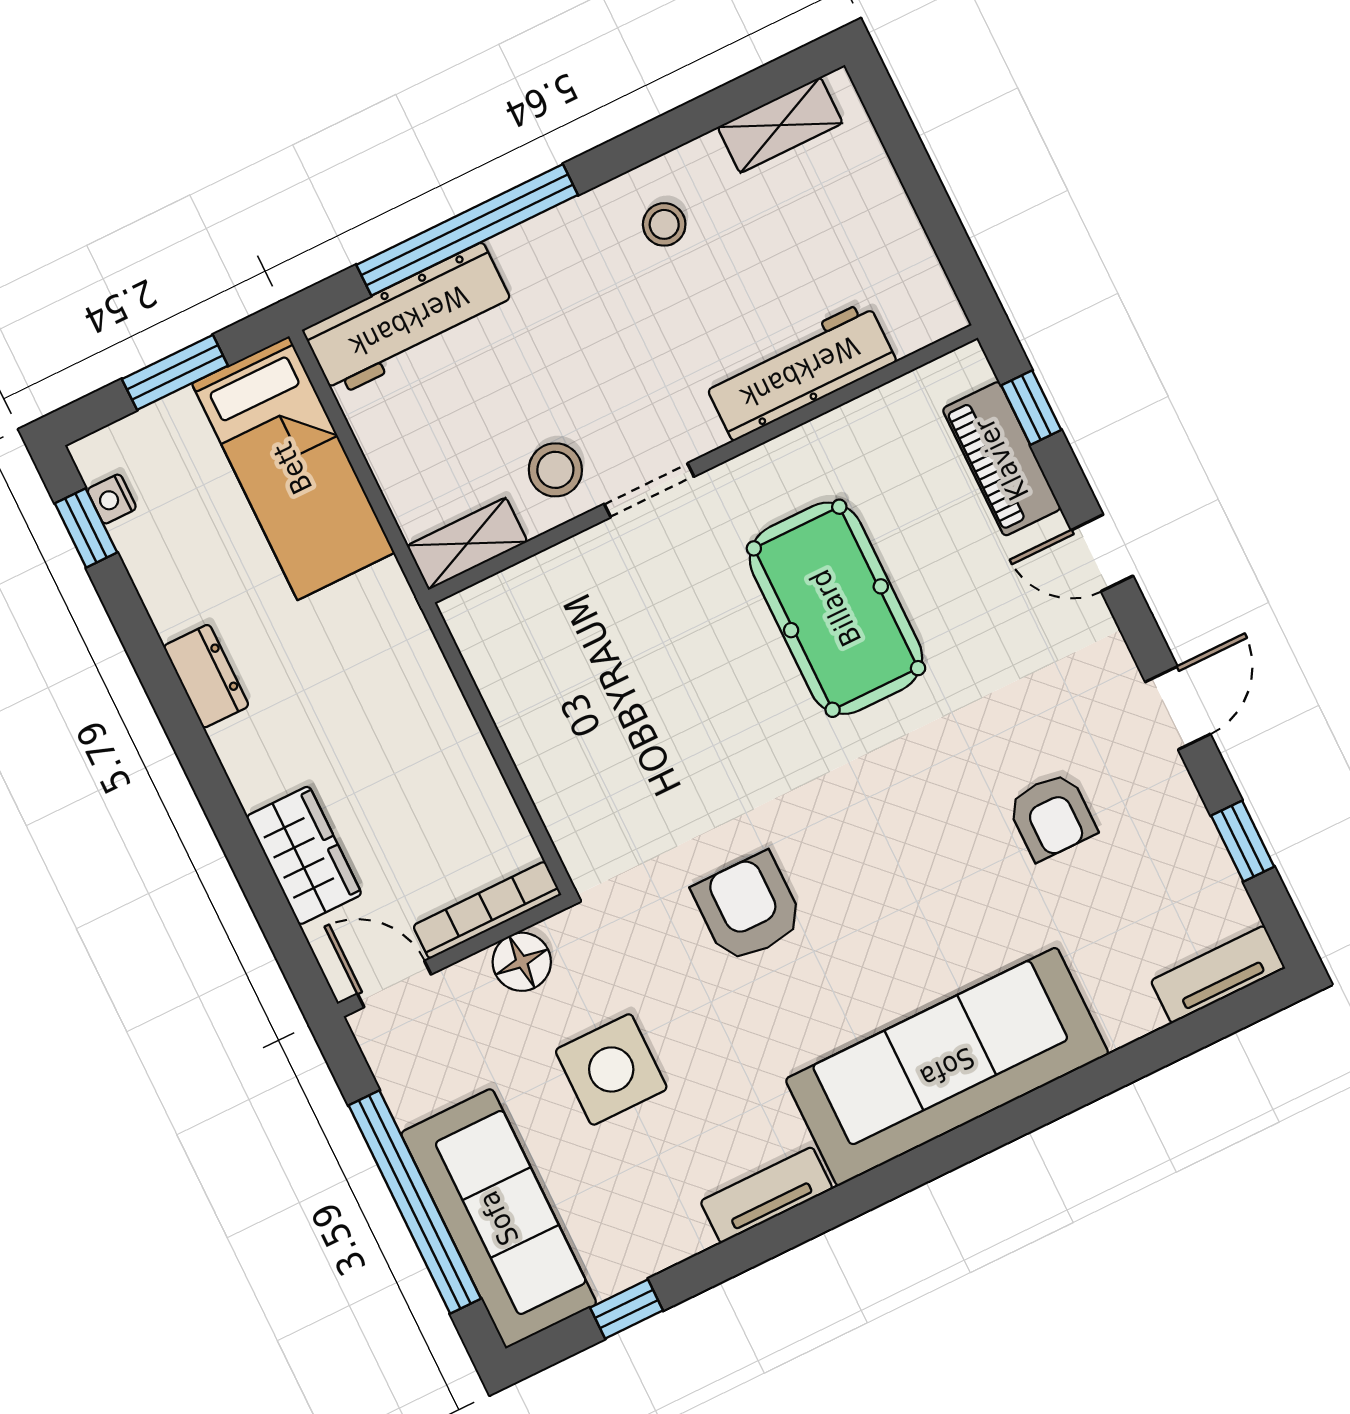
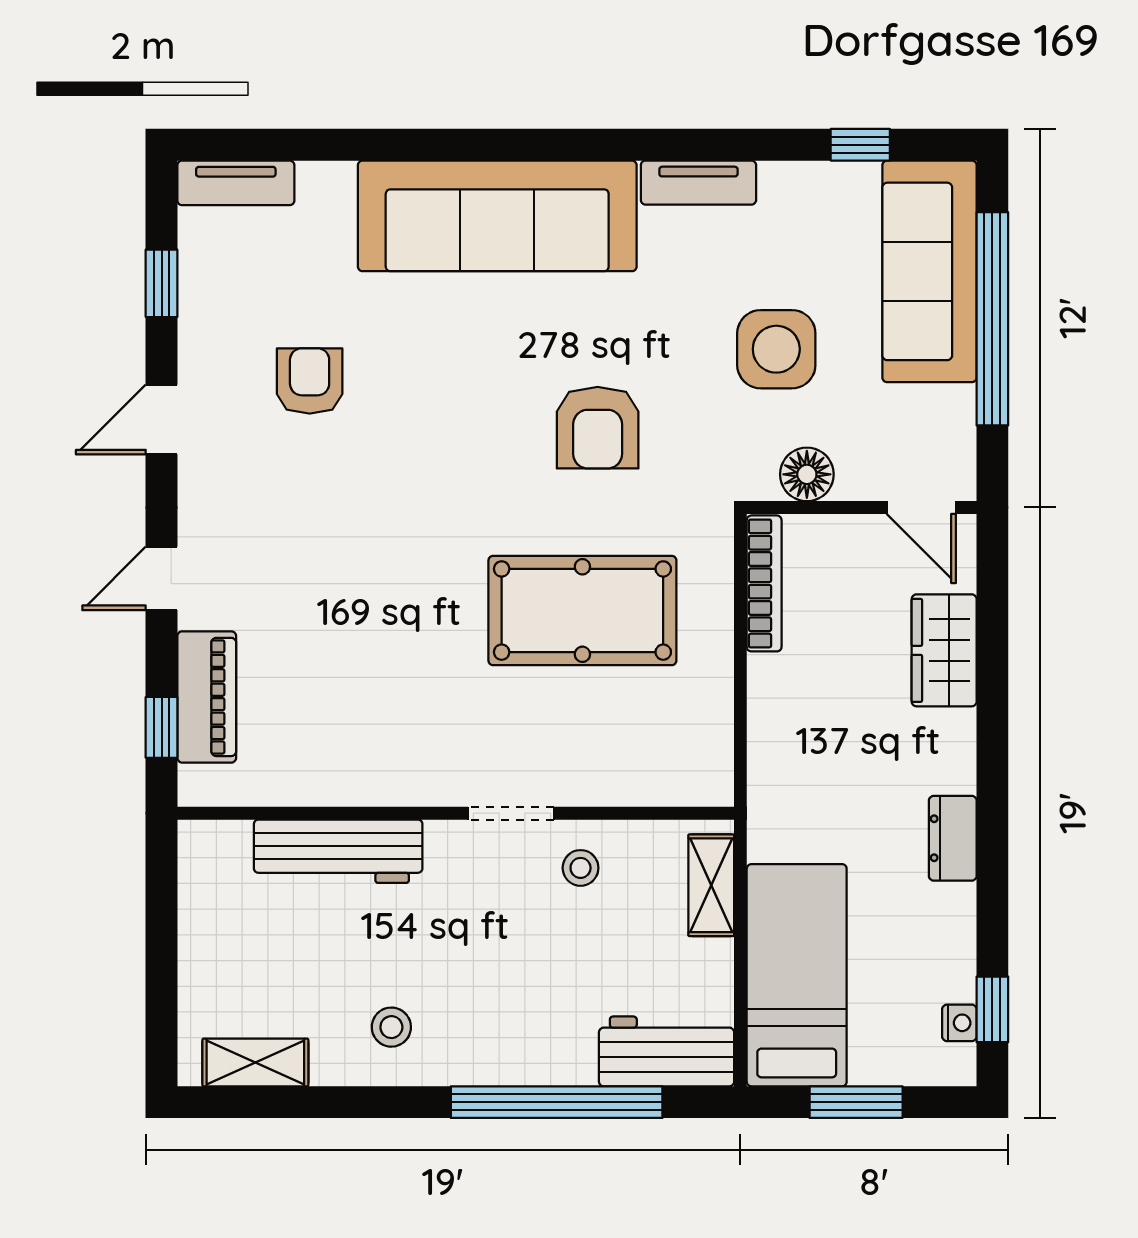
workbench: (409, 320) -> (667, 1051), width x0.73
stool: (555, 470) -> (581, 868), width x0.73, depth x0.73
shelving: (467, 544) -> (711, 885), moved, turned 90
door: (1102, 553) -> (162, 578), swing flipped
pool table: (836, 608) -> (582, 611), moved, turned 90
bookcase: (487, 910) -> (764, 583), moved, turned -90

